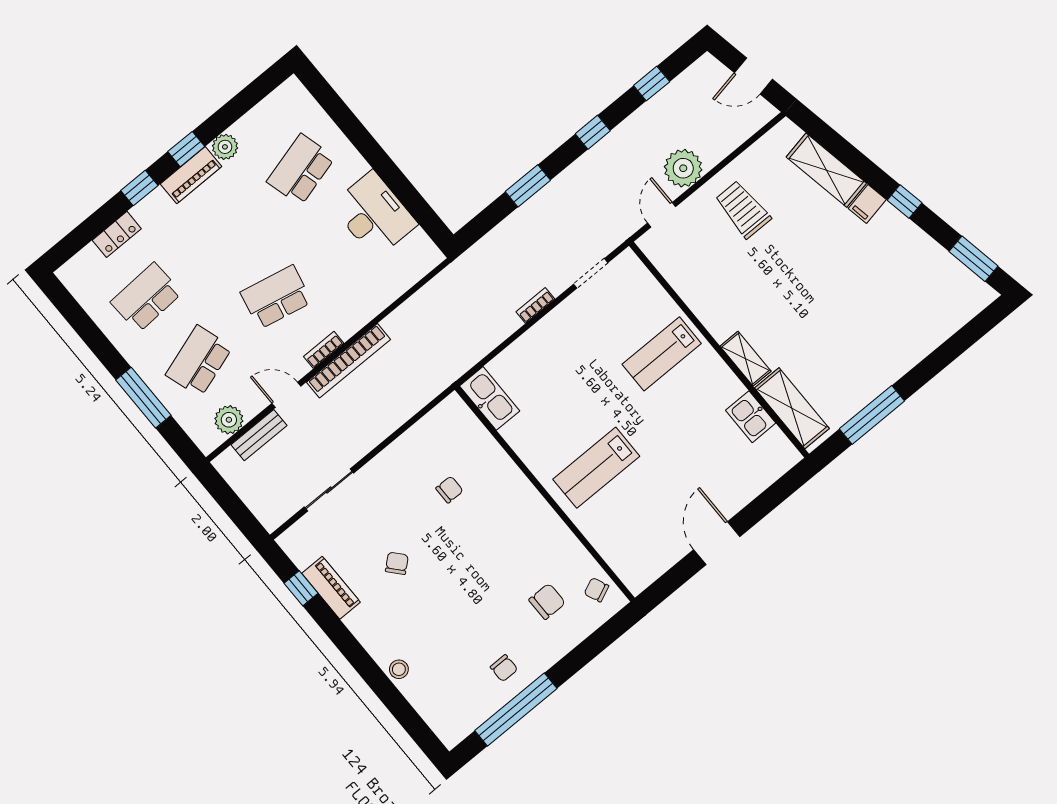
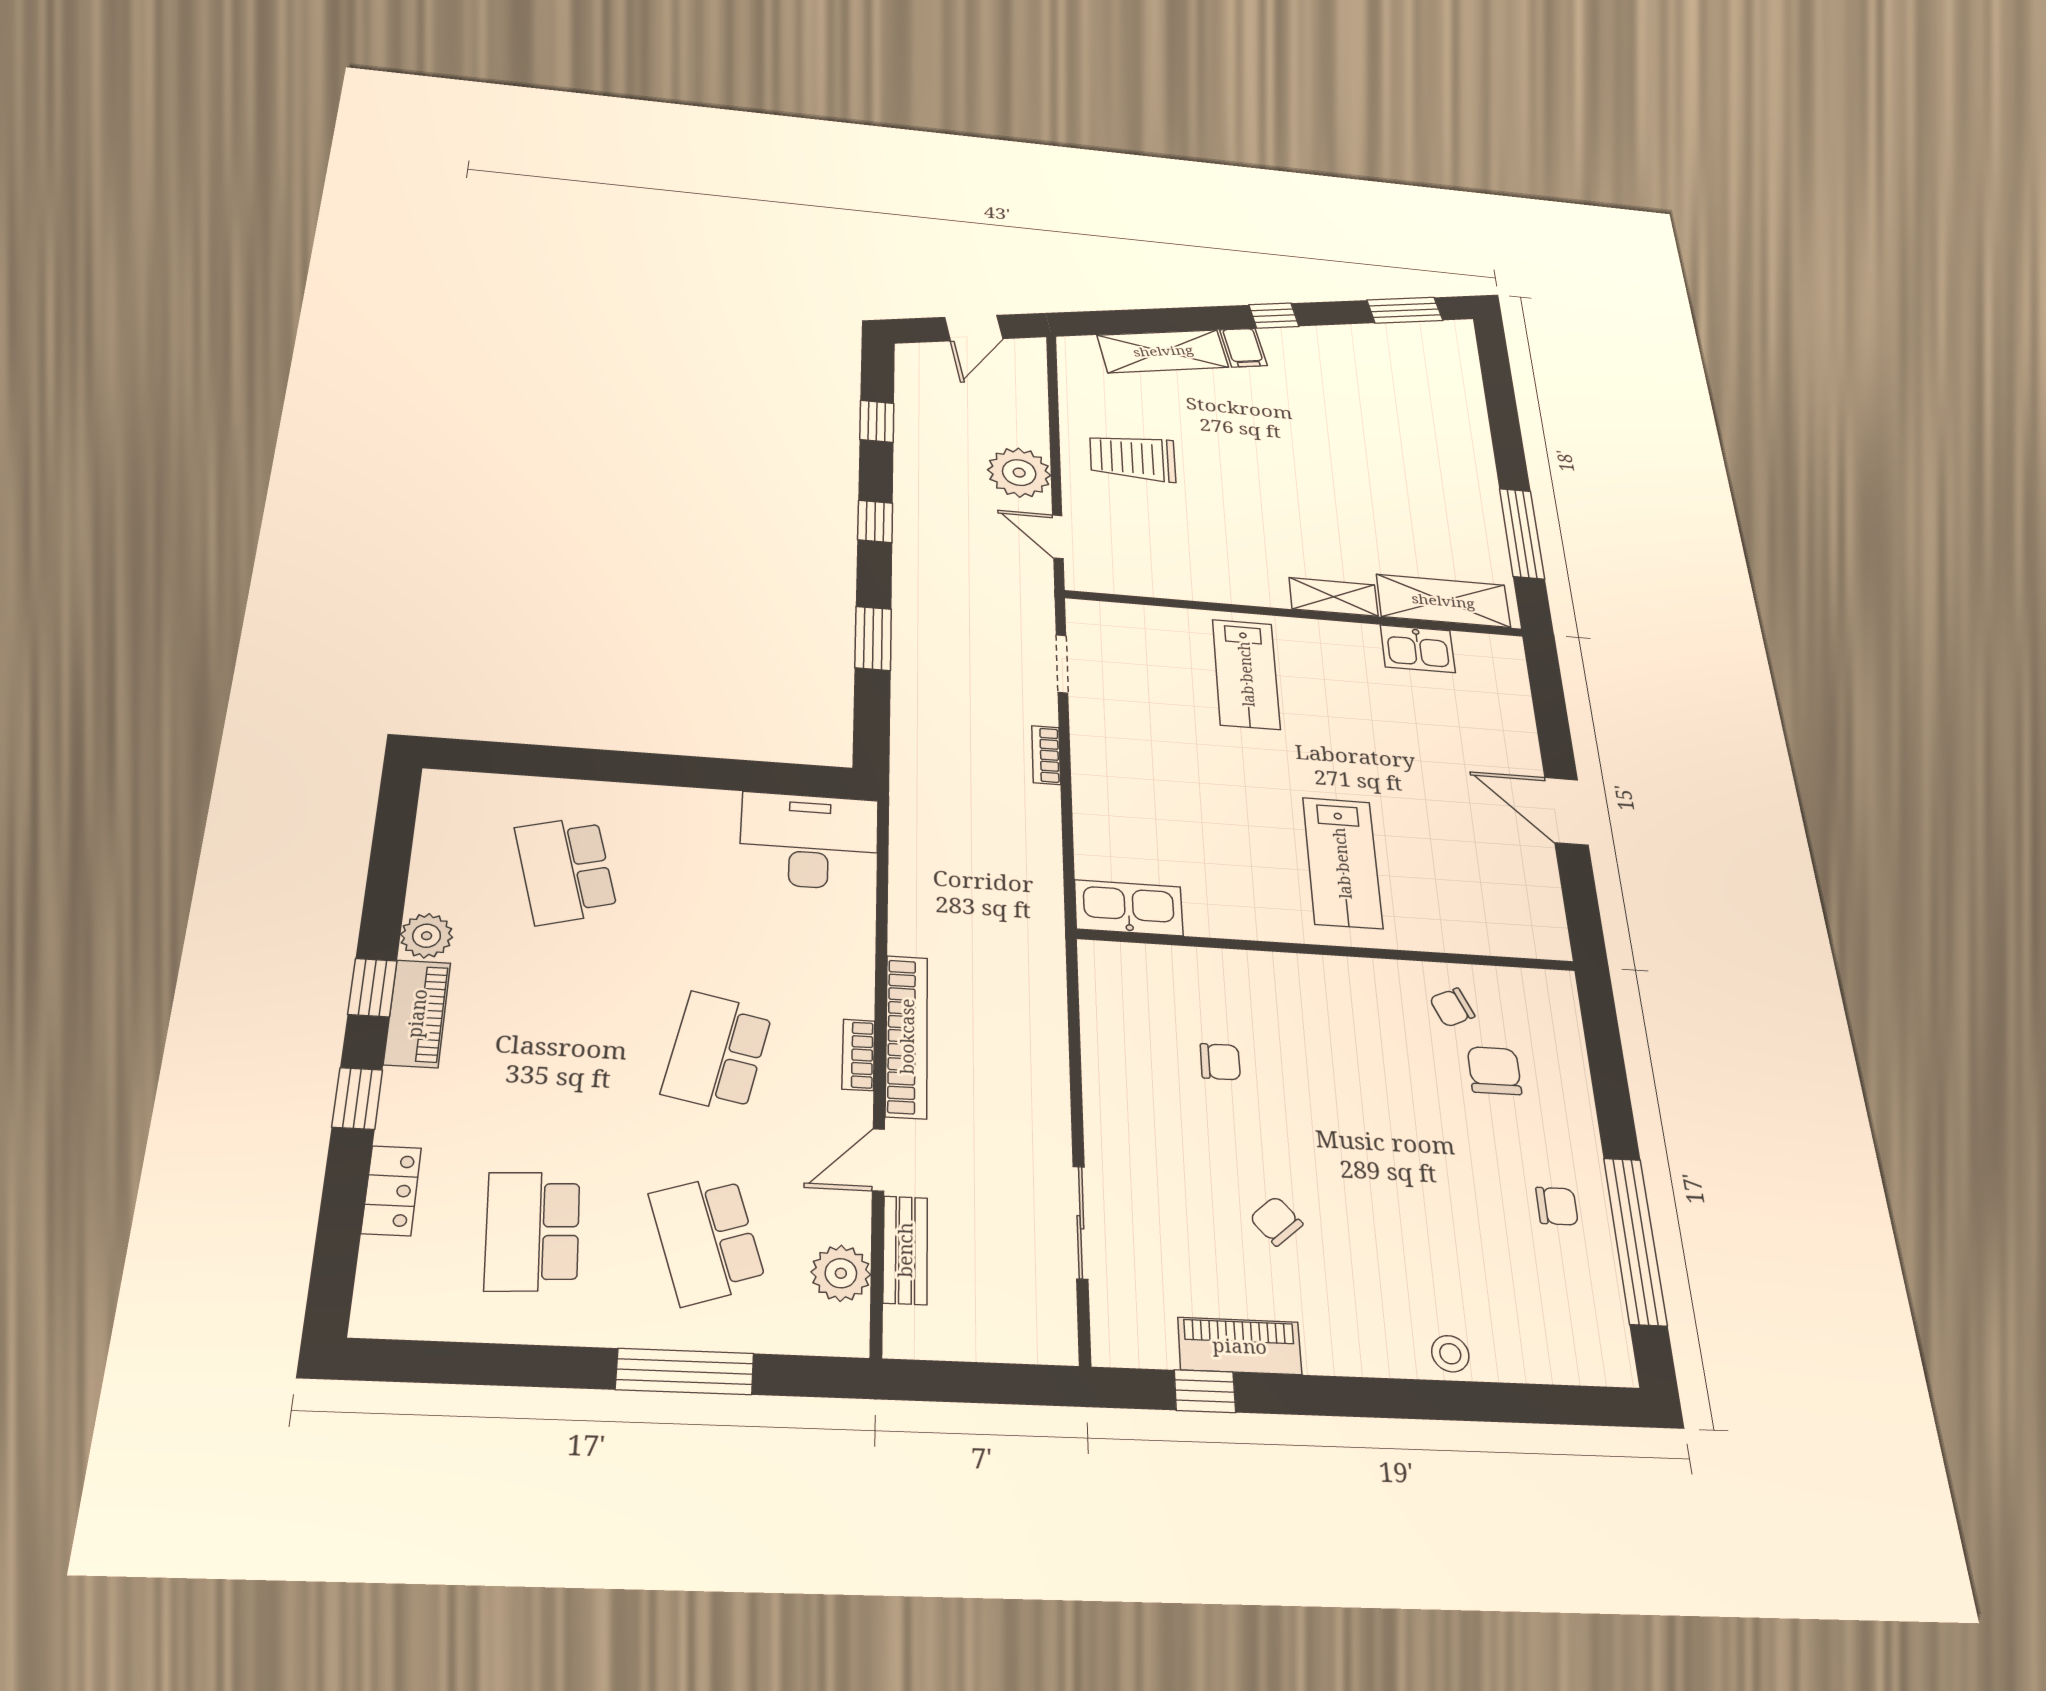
desk: (374, 215) -> (809, 841), moved
chair: (449, 490) -> (1220, 1062), turned 90
chair: (596, 590) -> (1452, 1007), moved

